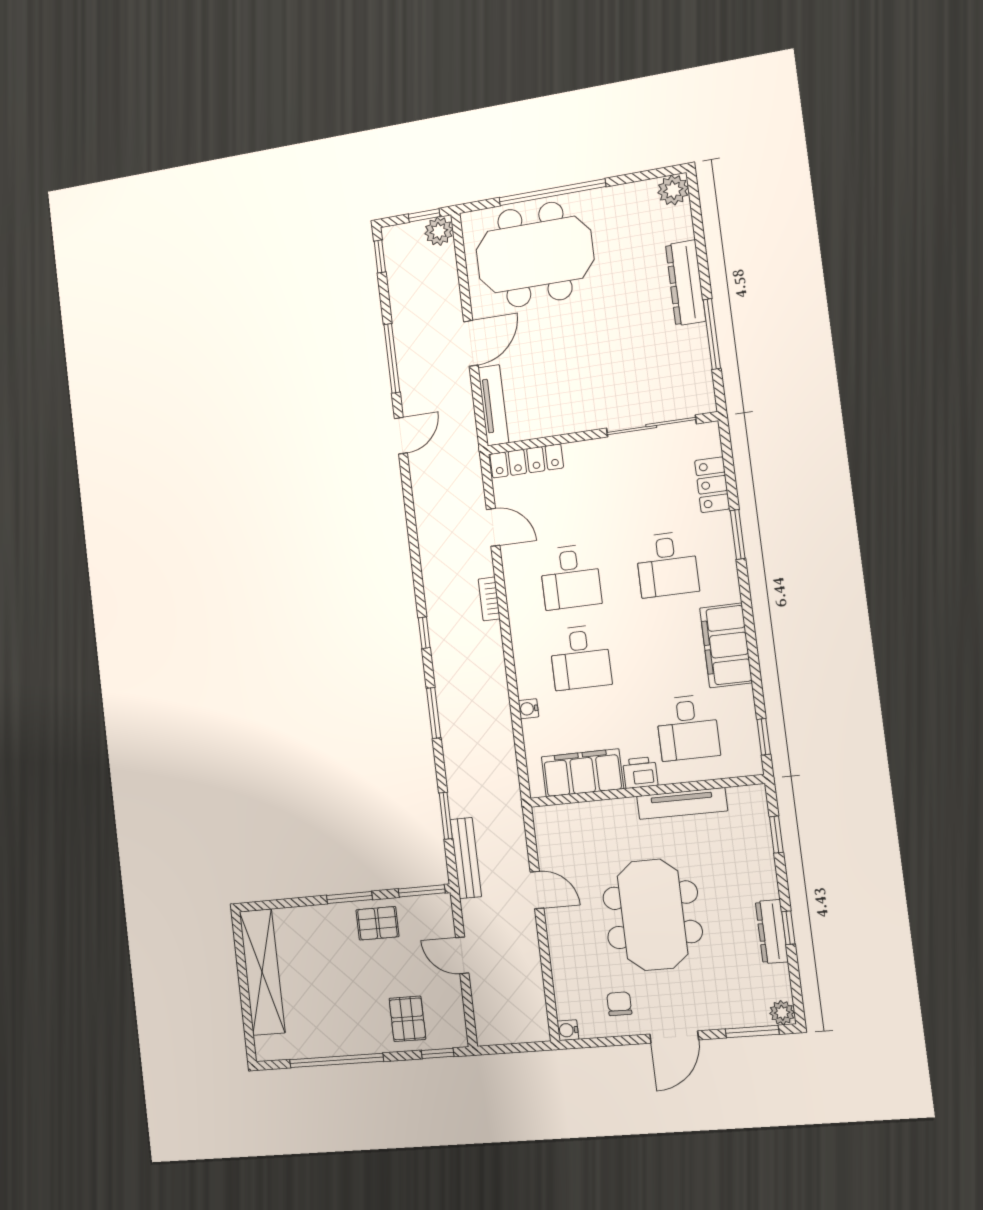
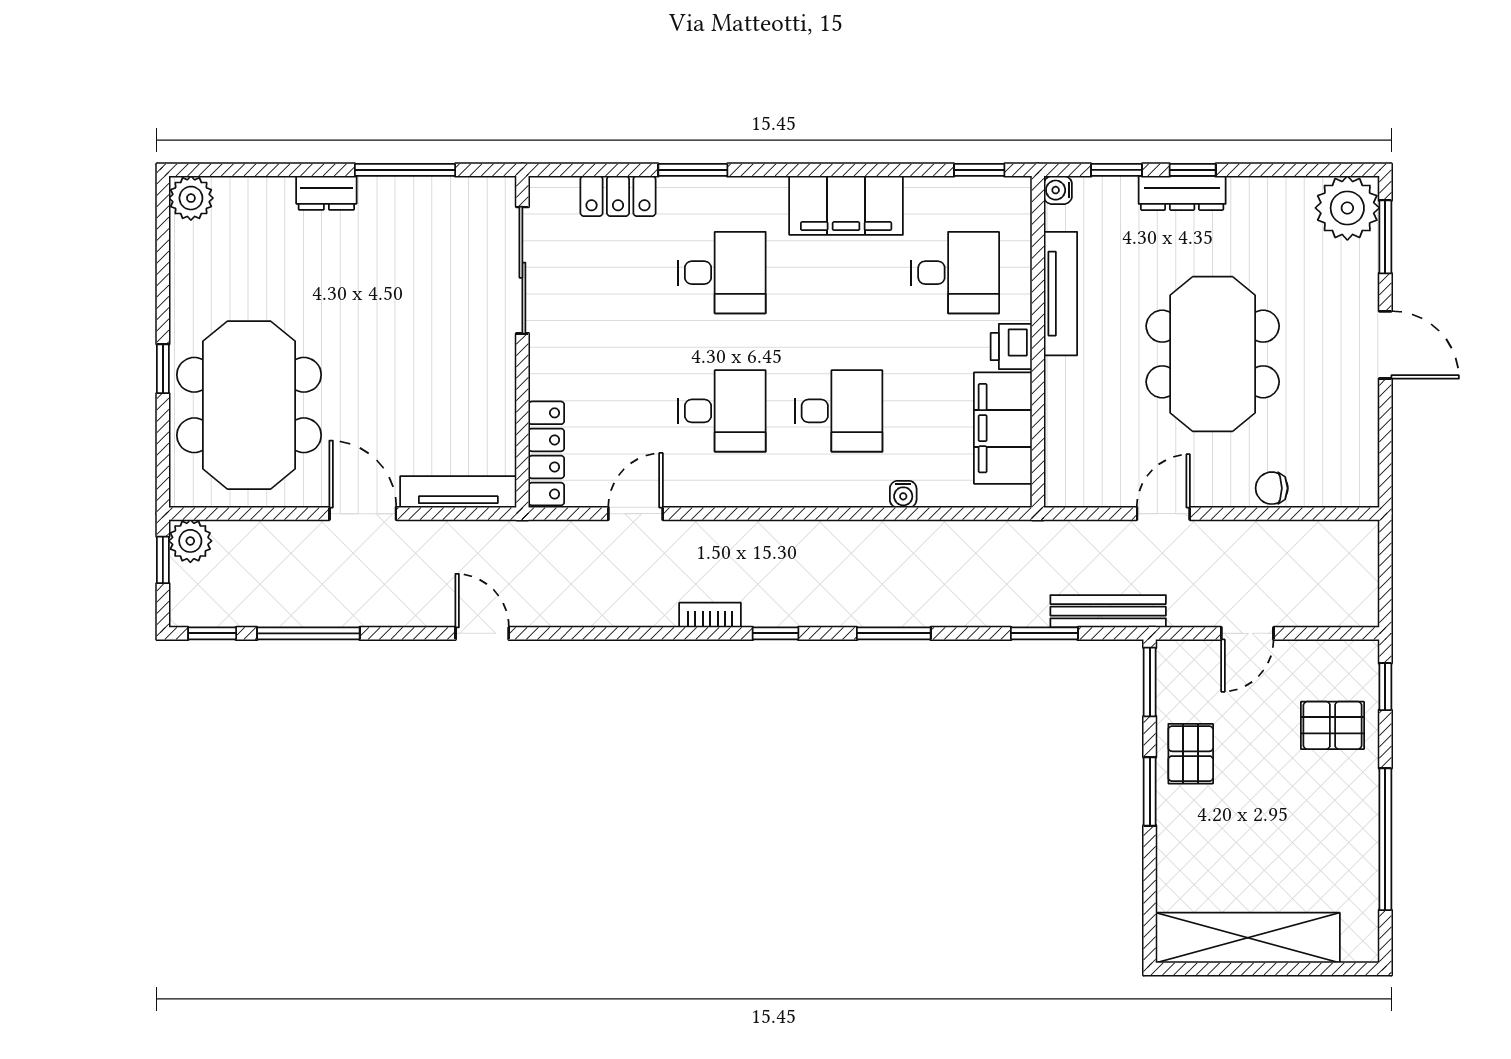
window: (552, 192) -> (163, 369), width x0.32
dresser: (686, 283) -> (326, 193), width x0.51, depth x0.80
window: (392, 358) -> (308, 633), moved
bookcase: (489, 599) -> (710, 615), moved, turned 180
meeting table: (653, 915) -> (1213, 354), turned 90
window: (788, 928) -> (1193, 170), moved
dresser: (772, 932) -> (1182, 193), moved
chair: (619, 1004) -> (1272, 488), moved
plant: (782, 1013) -> (1347, 208), width x1.87, depth x1.87
water cooler: (568, 1030) -> (1058, 190), moved, turned 90

